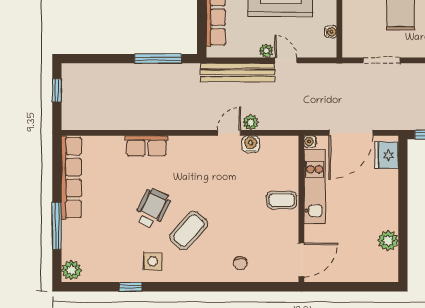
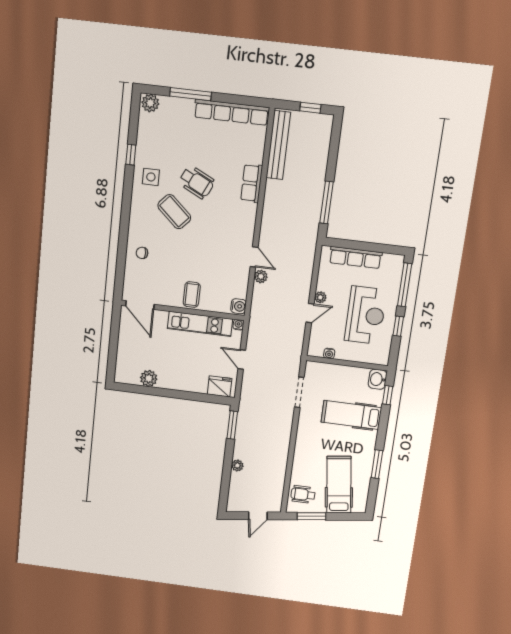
bench: (238, 72) -> (278, 145), moved
door: (351, 133) -> (242, 360), width x0.53
water cooler: (251, 144) -> (238, 306), moved

